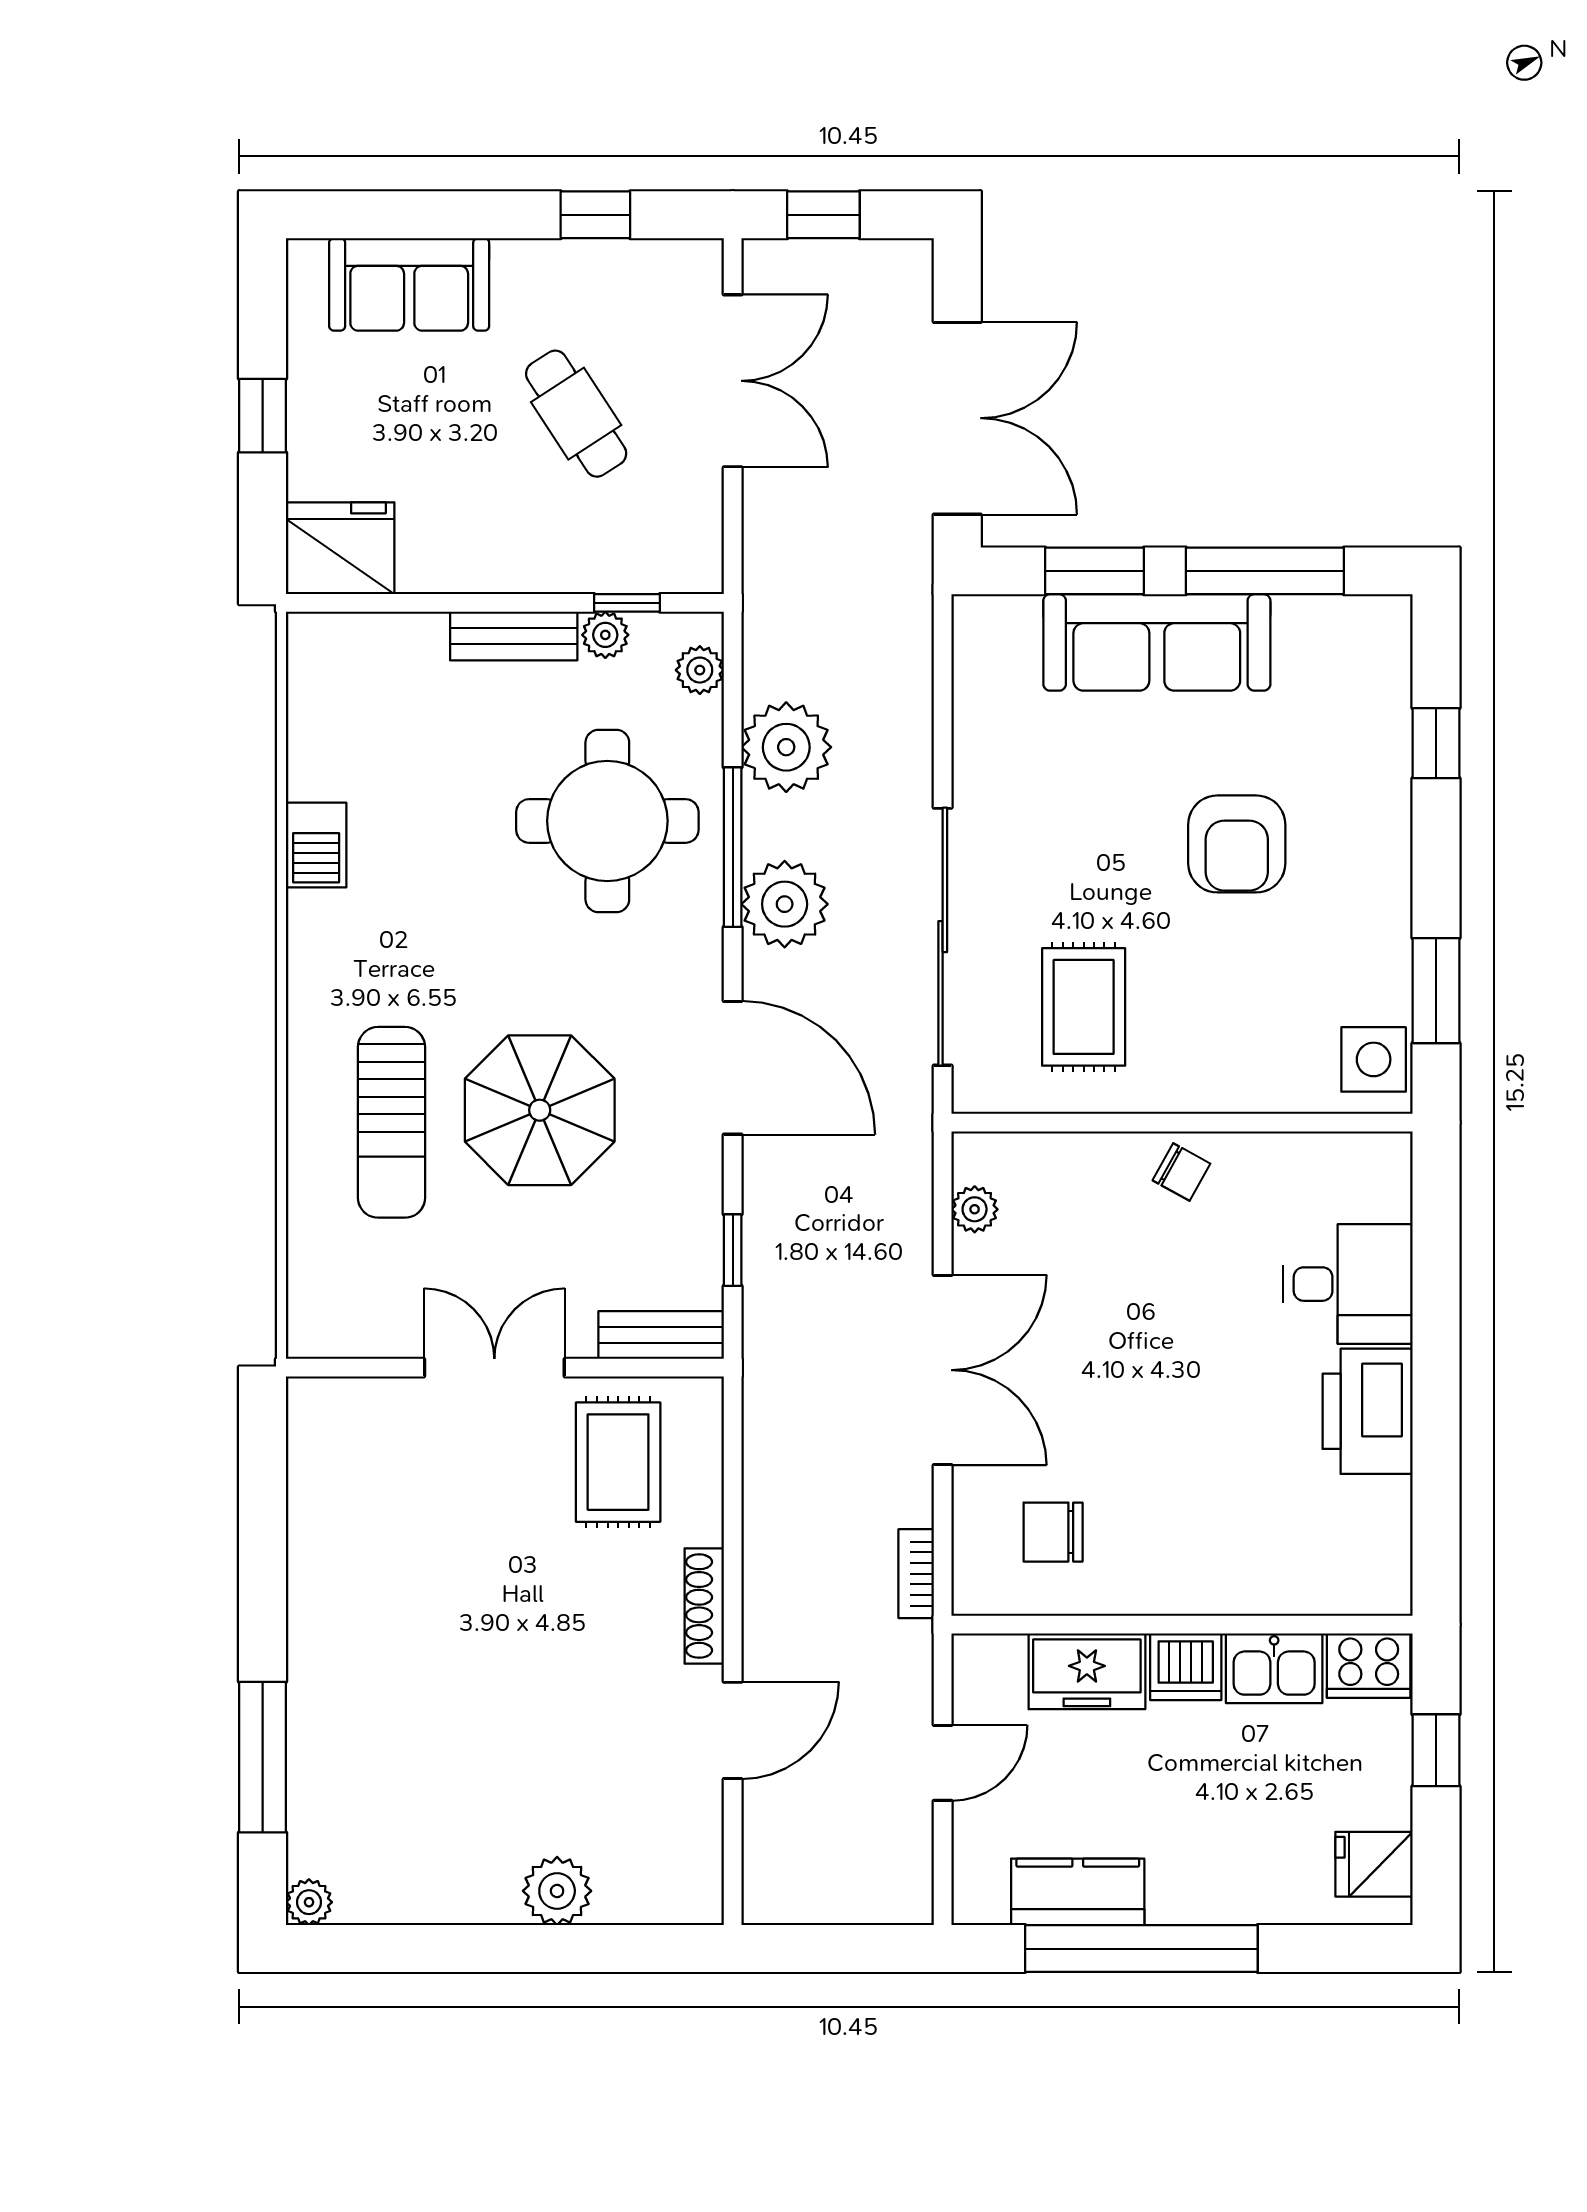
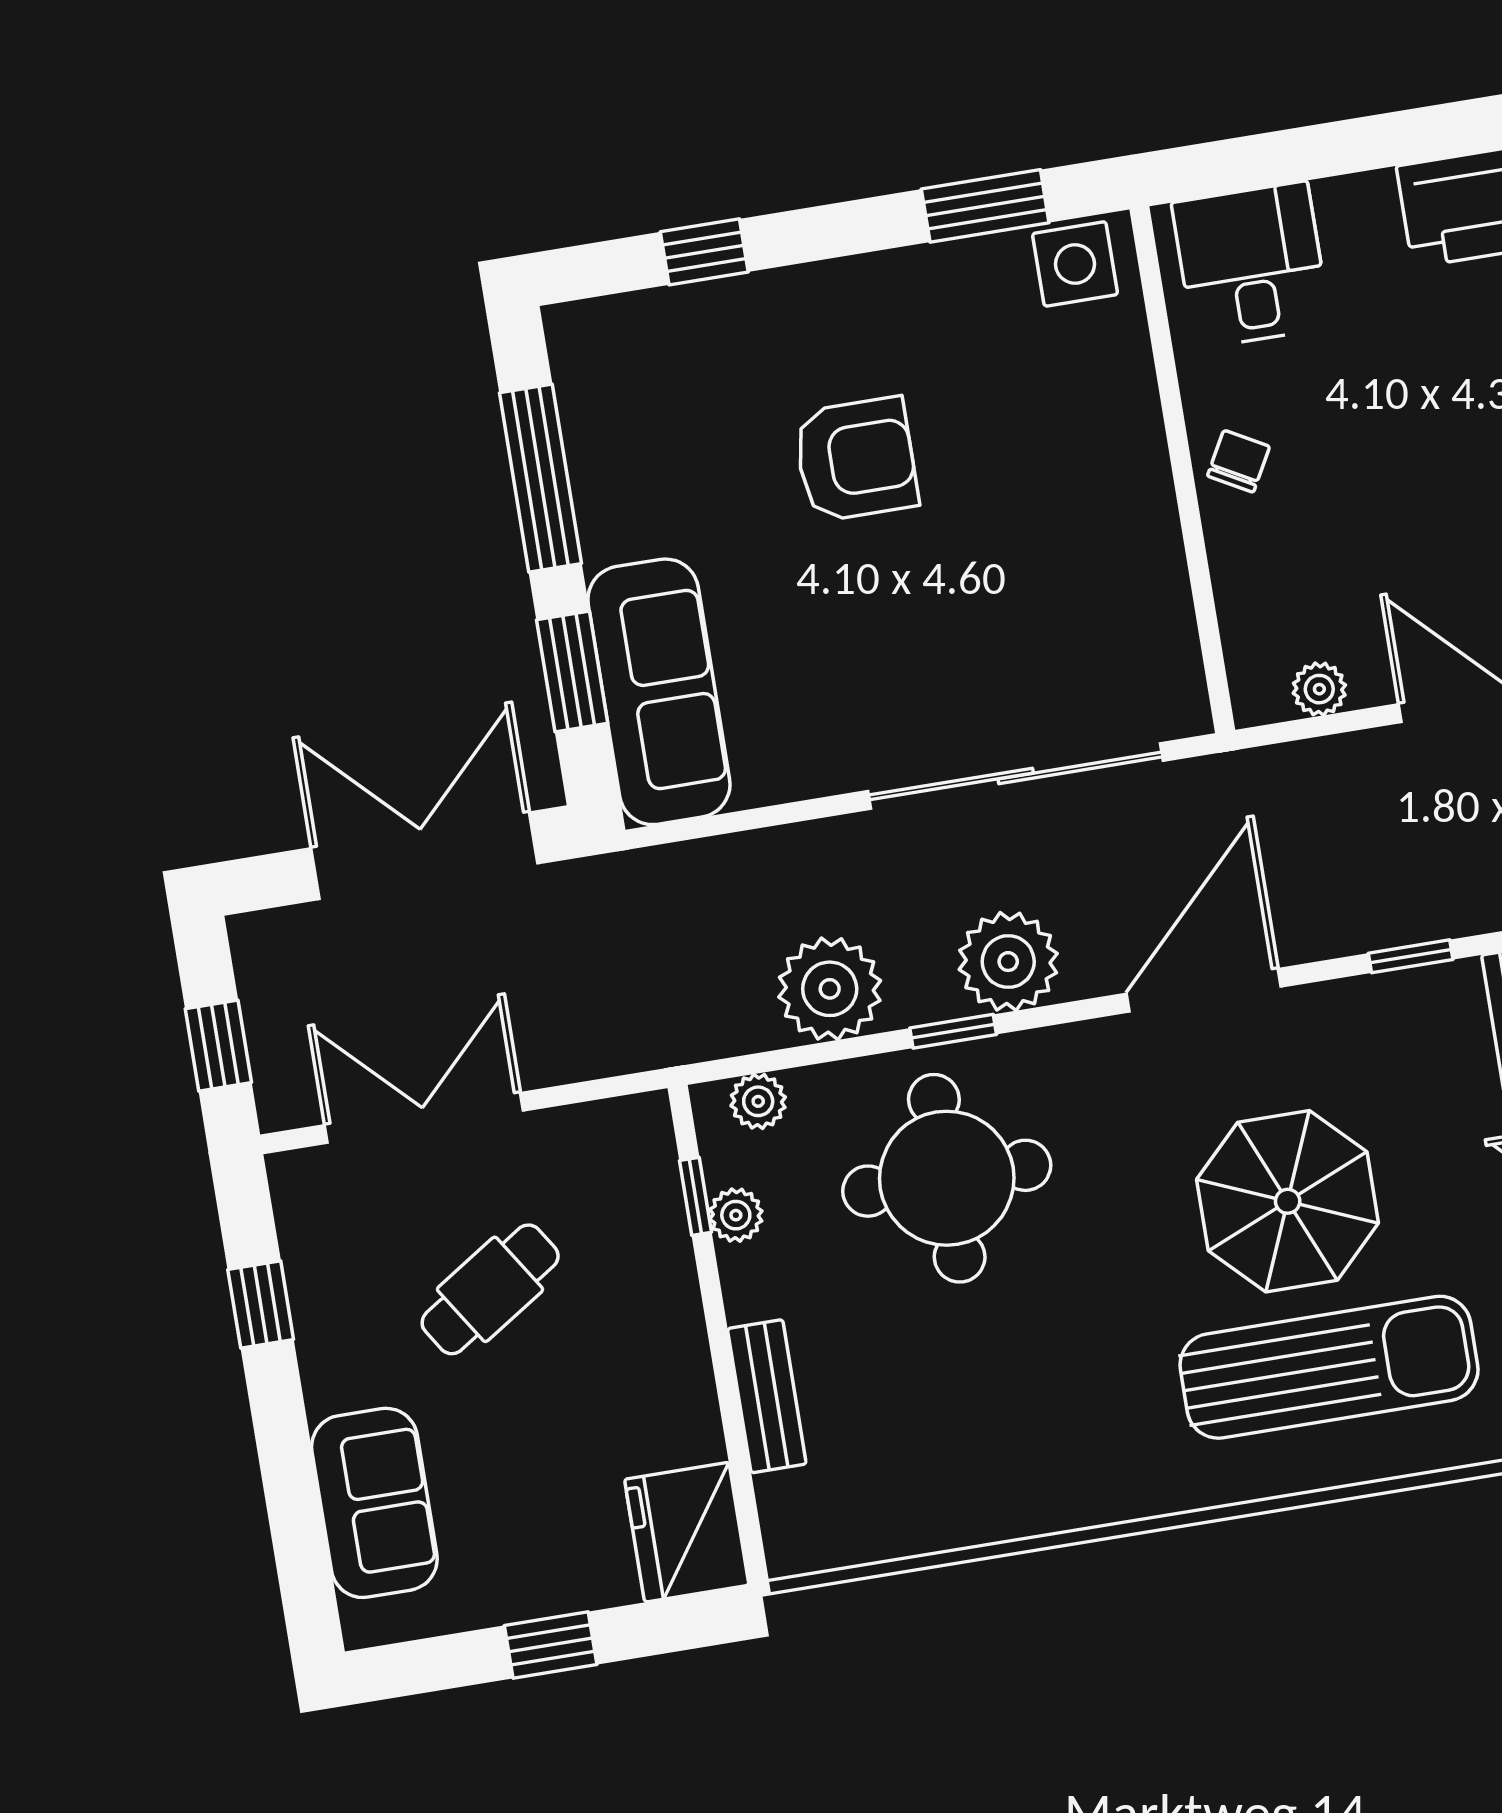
bench: (514, 636) -> (767, 1396), moved
sofa: (1157, 642) -> (659, 692), moved
barbecue: (316, 845) -> (1028, 1504), removed
window: (733, 847) -> (953, 1031), width x0.46
rug: (1084, 1007) -> (1069, 603), removed
sun lounger: (392, 1122) -> (1329, 1367), width x1.36, depth x1.34
desk: (1348, 1284) -> (1251, 265), moved

